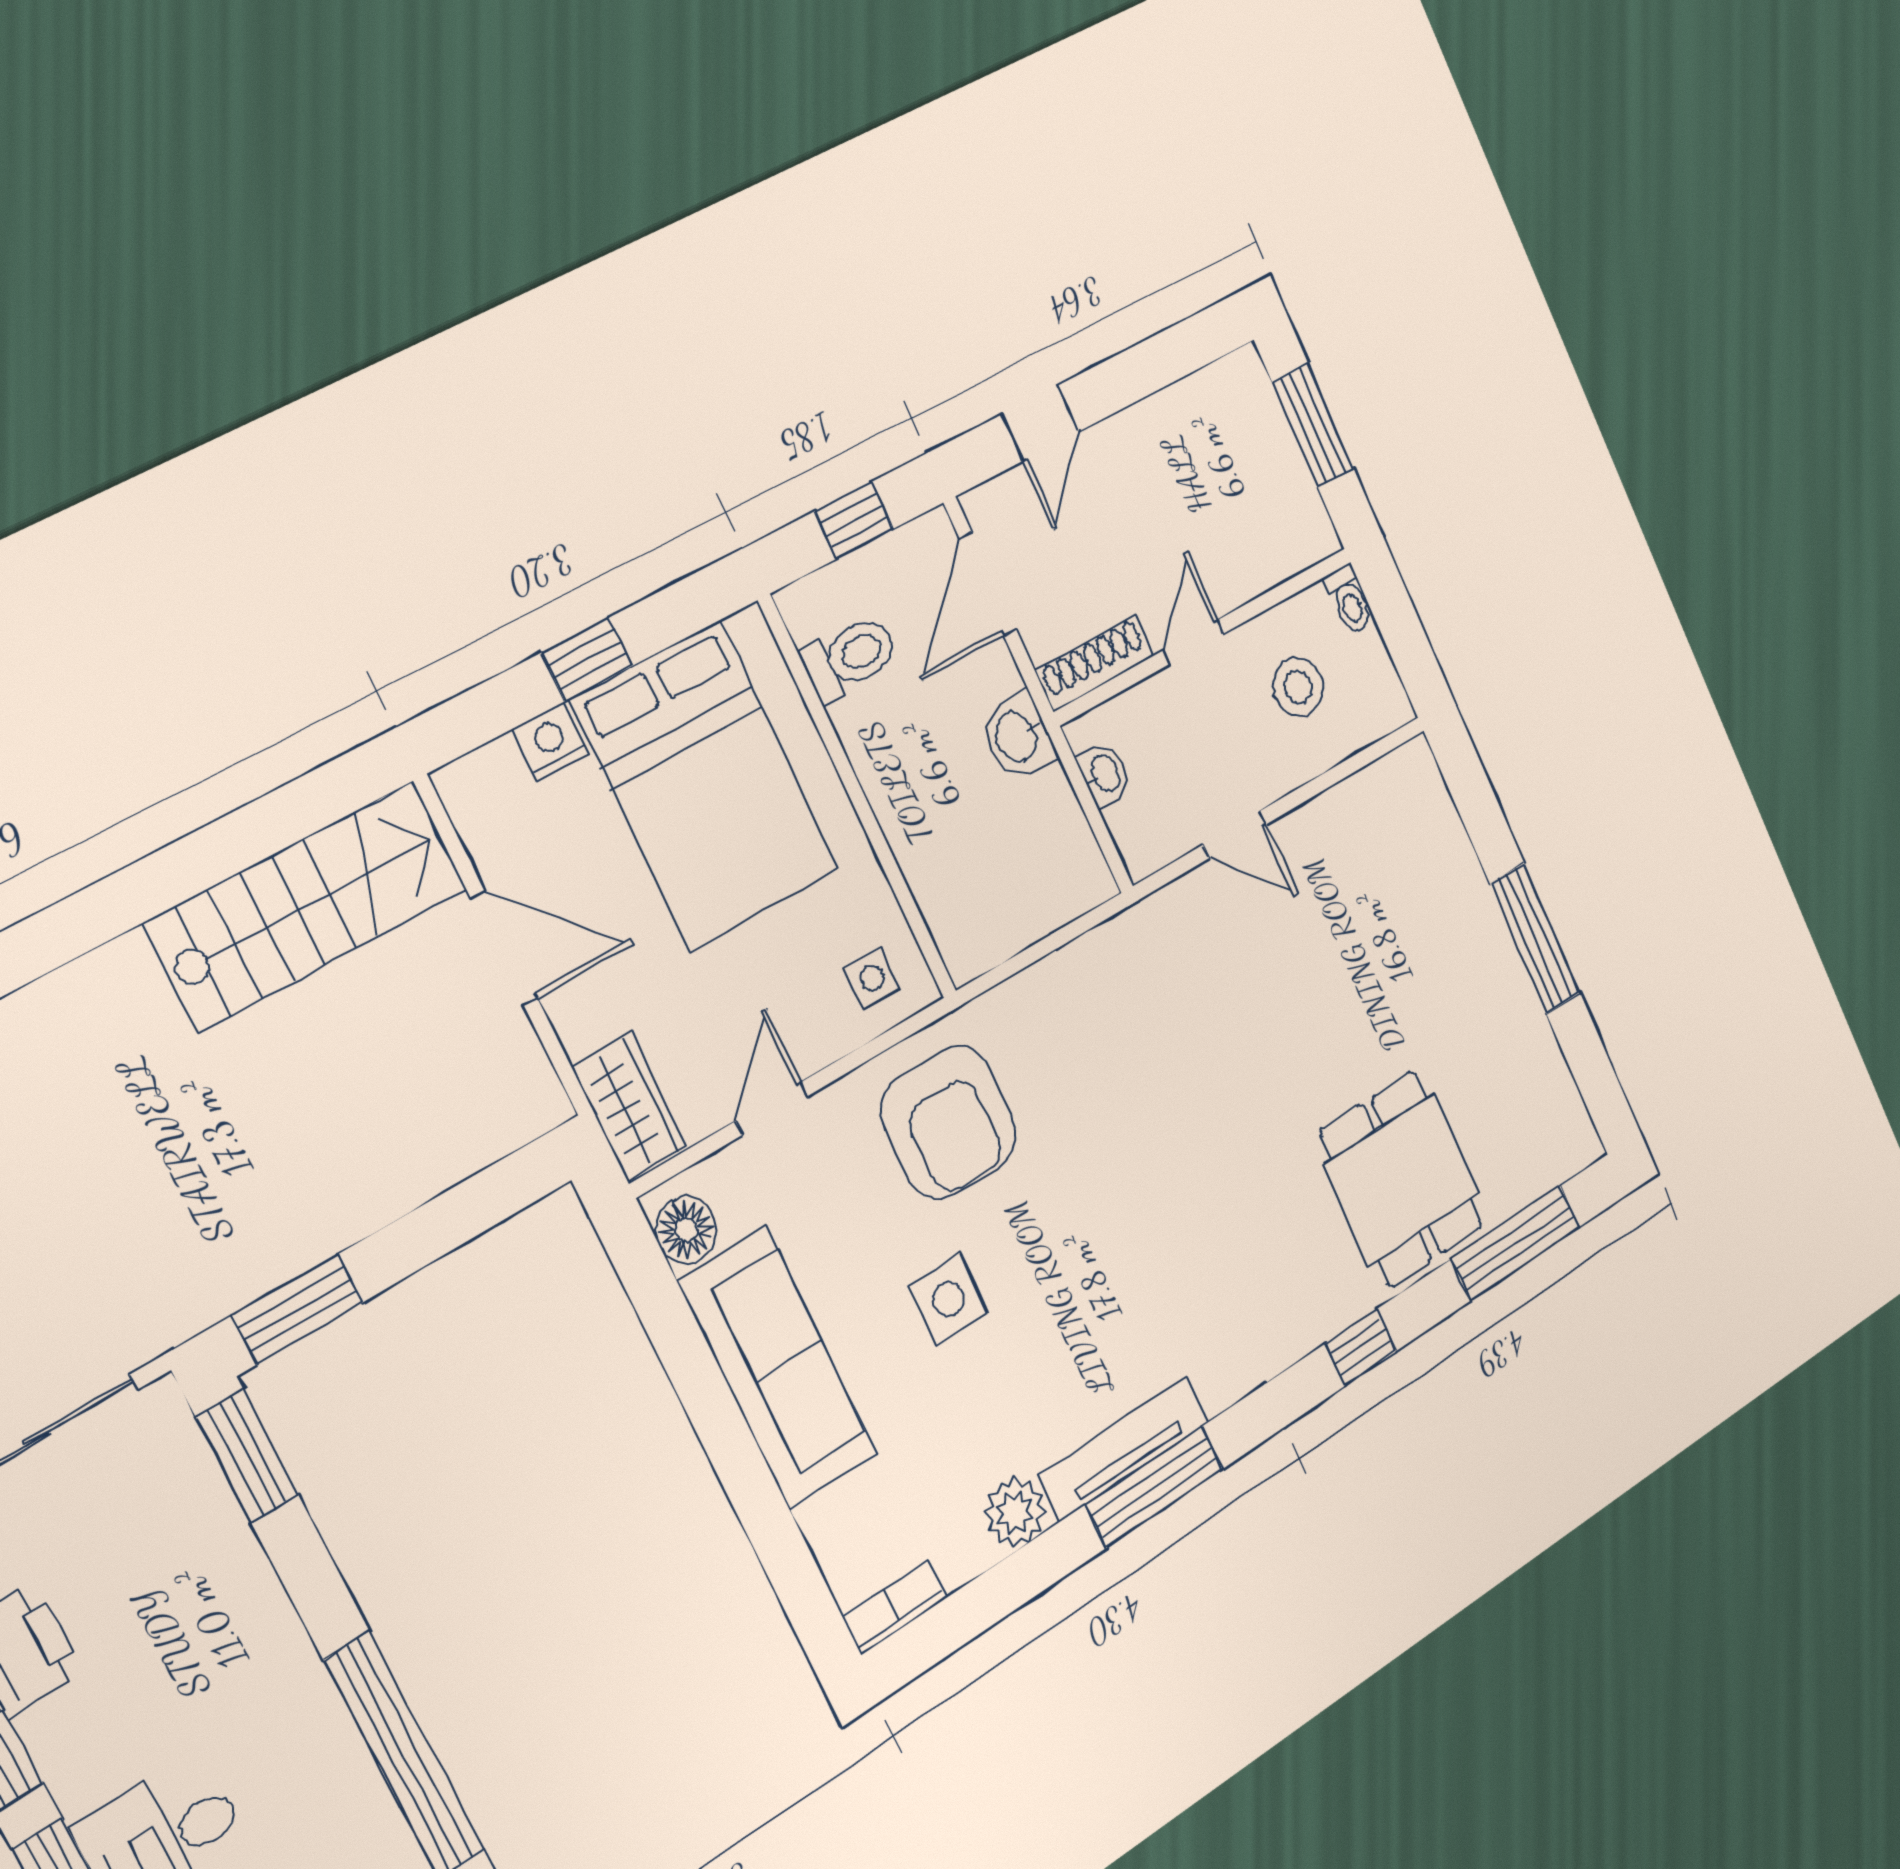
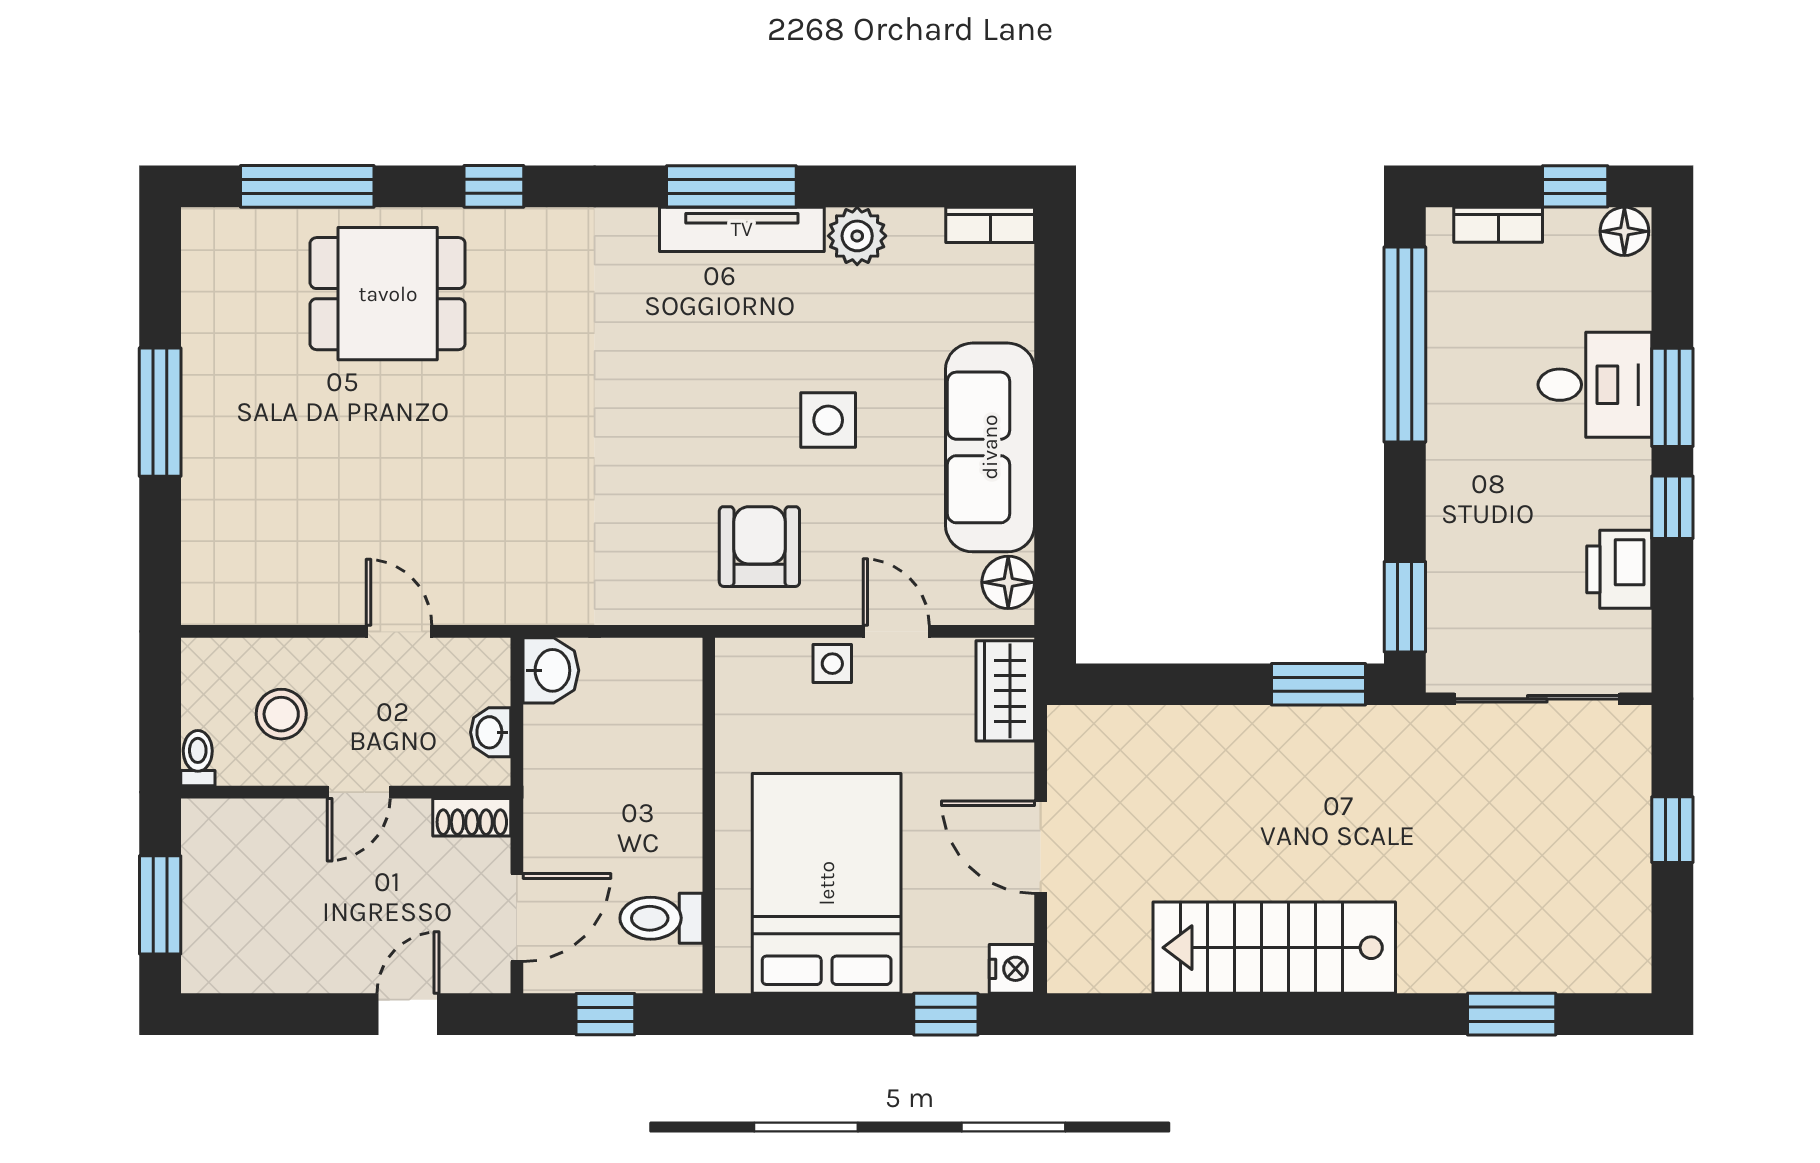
window: (587, 659) -> (946, 1014), moved
shoe rack: (1095, 663) -> (472, 817), width x0.70
washbasin: (1018, 736) -> (551, 670), moved
nightstand: (551, 741) -> (1012, 969), moved, turned -90
stairs: (307, 905) -> (1274, 948), moved
side table: (872, 978) -> (832, 664), moved
door: (772, 1108) -> (896, 631), swing flipped
armchair: (949, 1122) -> (759, 547), width x0.73, depth x0.73
dining table: (1402, 1179) -> (388, 294), turned 90

